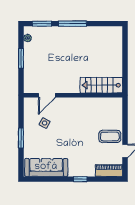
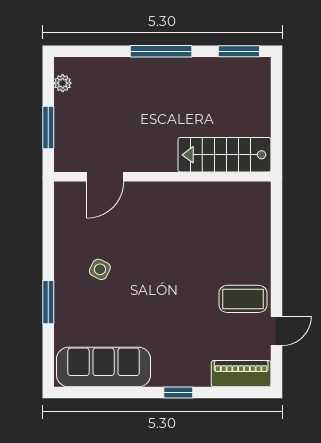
window: (42, 24) -> (239, 51), moved
stairs: (101, 85) -> (224, 155), moved
door: (47, 95) -> (105, 177), moved
wall: (73, 95) -> (162, 177), moved

